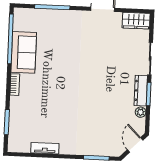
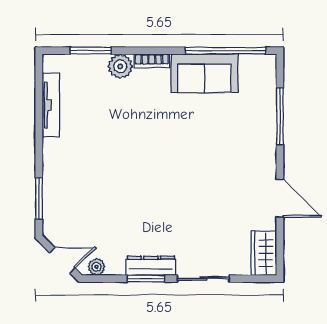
plant: (17, 104) -> (120, 66), added
plant: (141, 112) -> (97, 267), moved
tv unit: (45, 148) -> (51, 105), width x1.41

